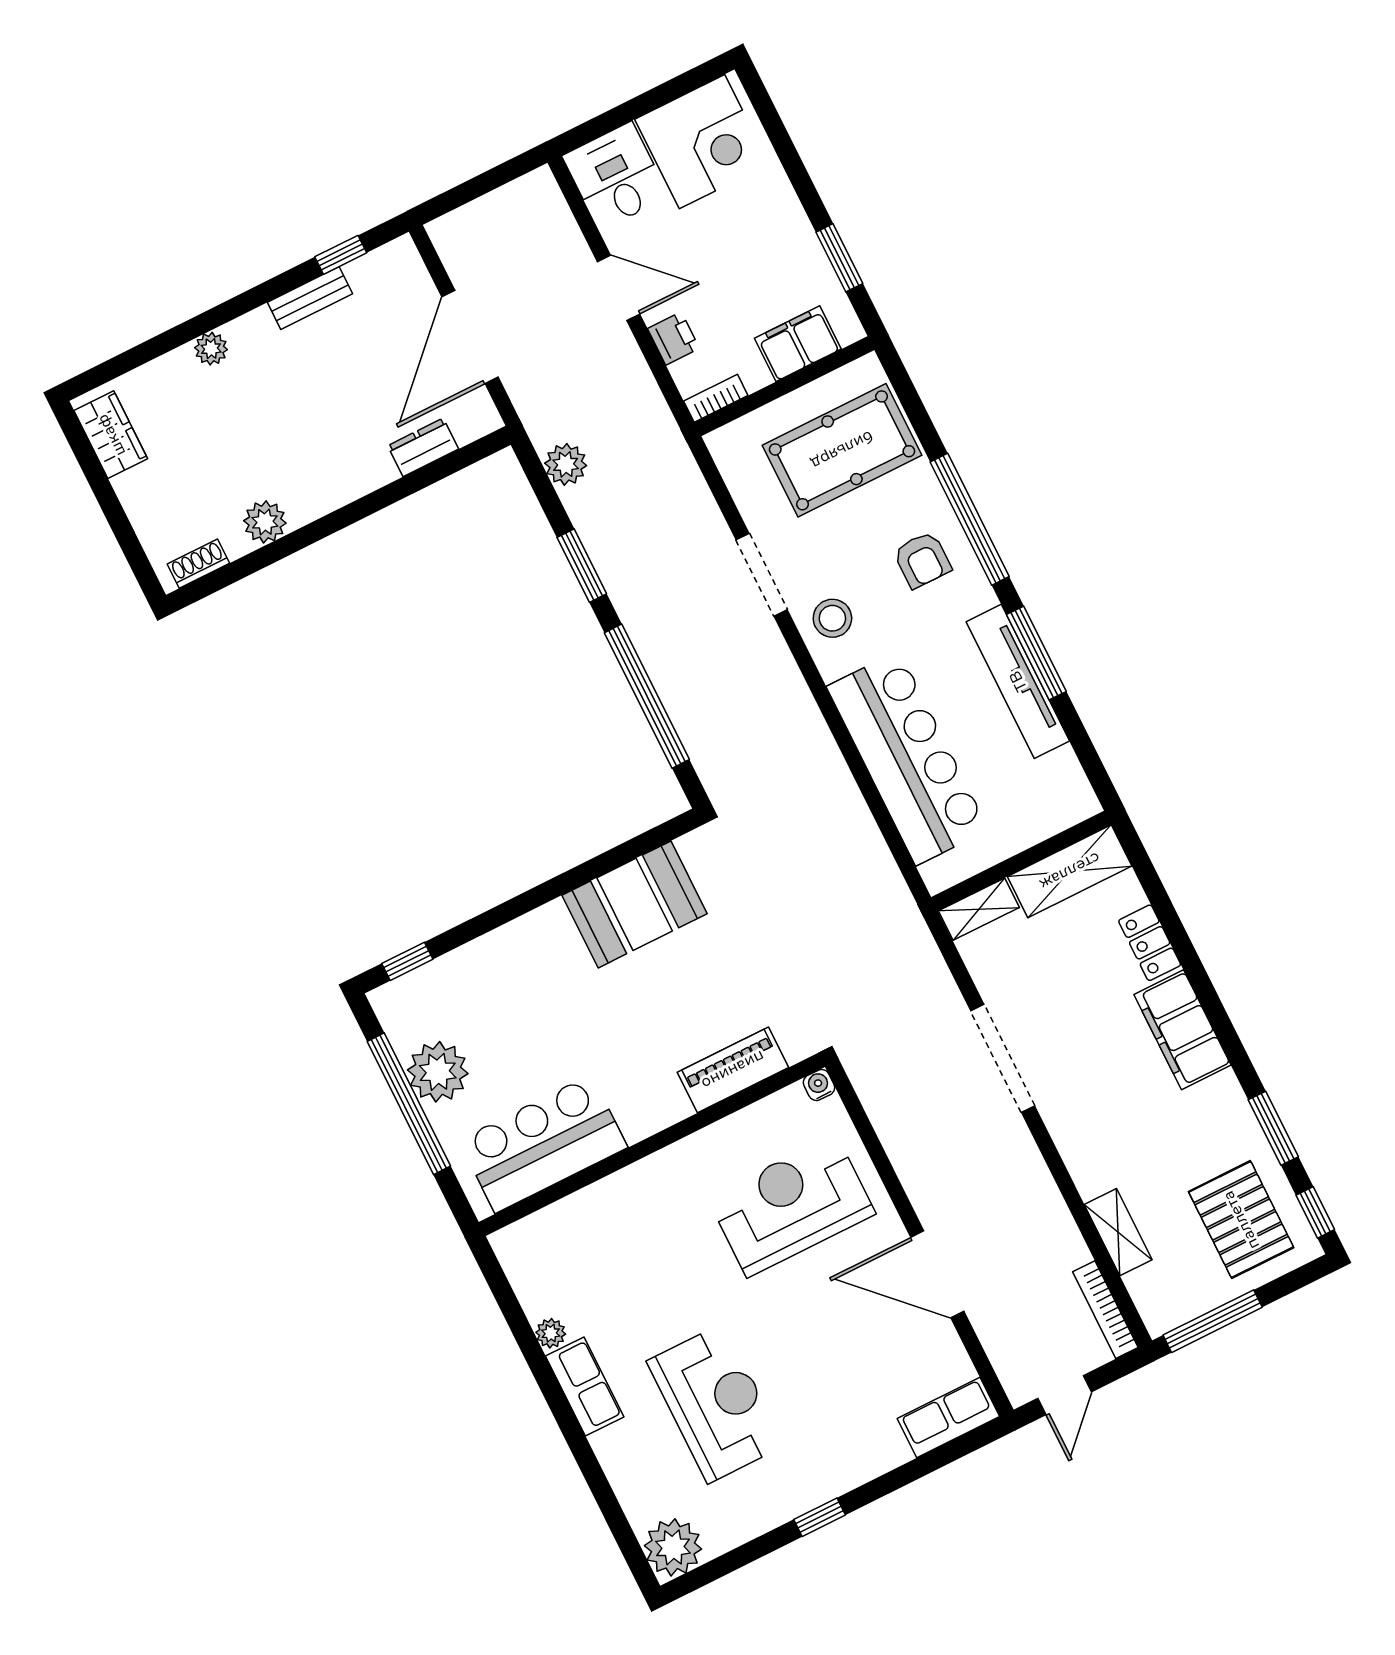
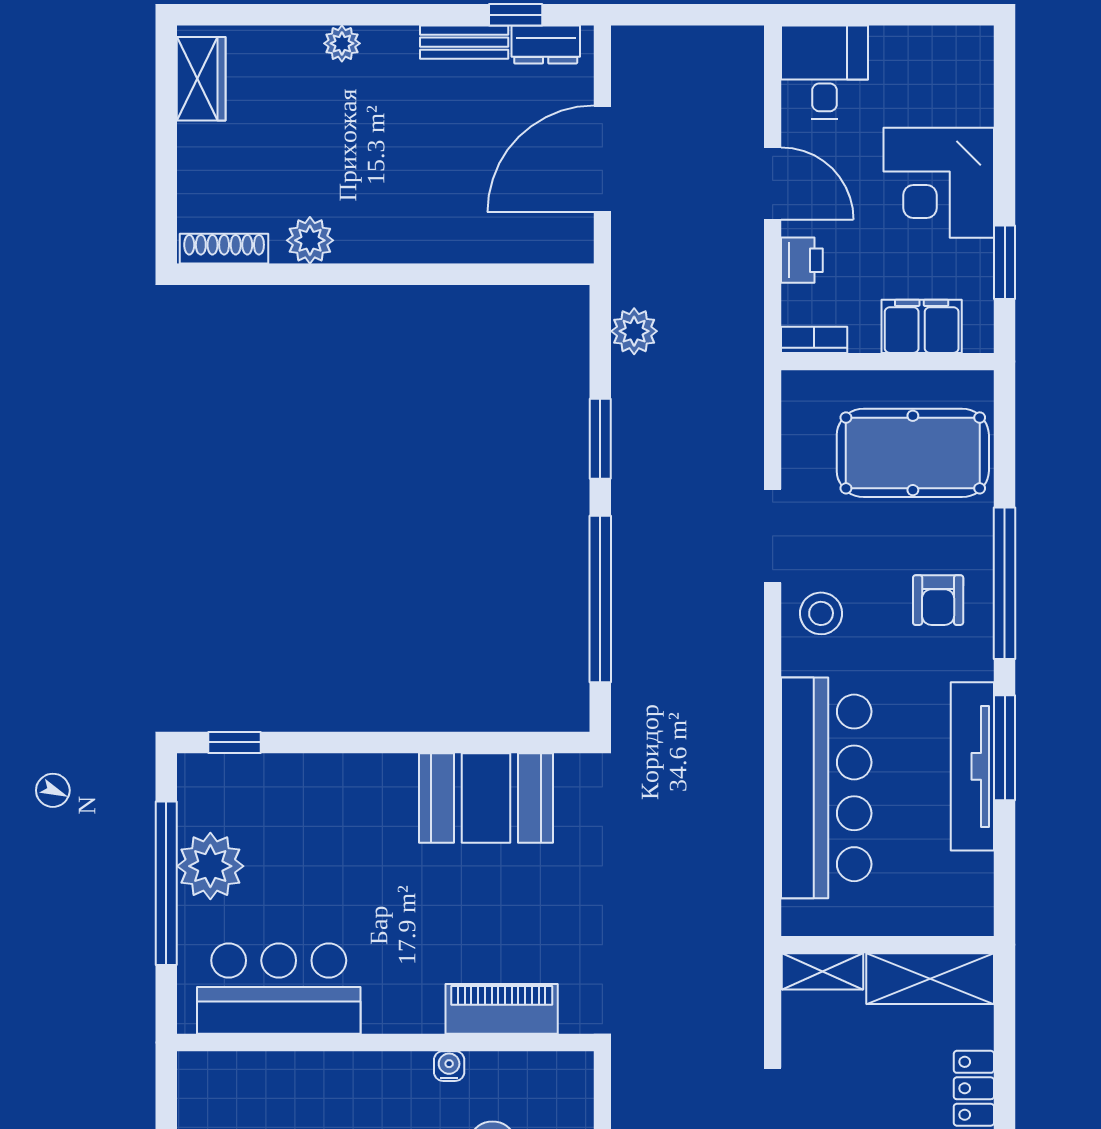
corner desk: (702, 142) -> (939, 183), moved, turned 90
dresser: (423, 447) -> (546, 45), moved, turned 180
shoe rack: (198, 564) -> (224, 249), width x1.43
water cooler: (819, 1085) -> (449, 1066), moved

